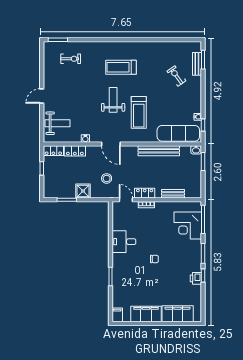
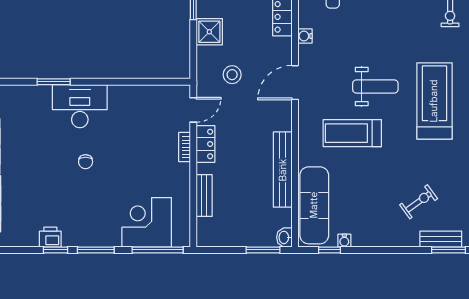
treadmill: (121, 67) -> (434, 101), width x1.37, depth x1.38
desk: (124, 242) -> (80, 106), moved, width x1.37

